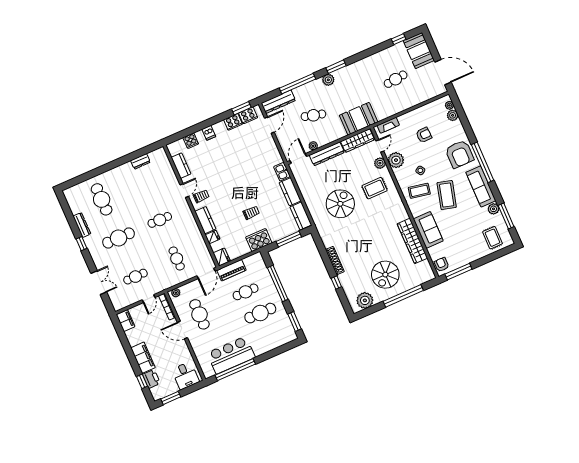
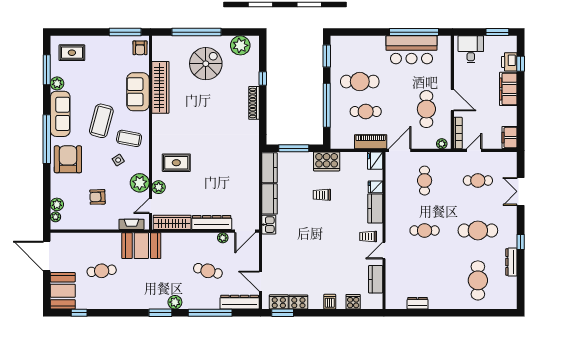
booth: (359, 119) -> (141, 246), moved
door: (269, 125) -> (261, 281), hinge flipped
spiral stairs: (340, 204) -> (221, 162), removed
rug: (493, 238) -> (72, 53), turned 90

